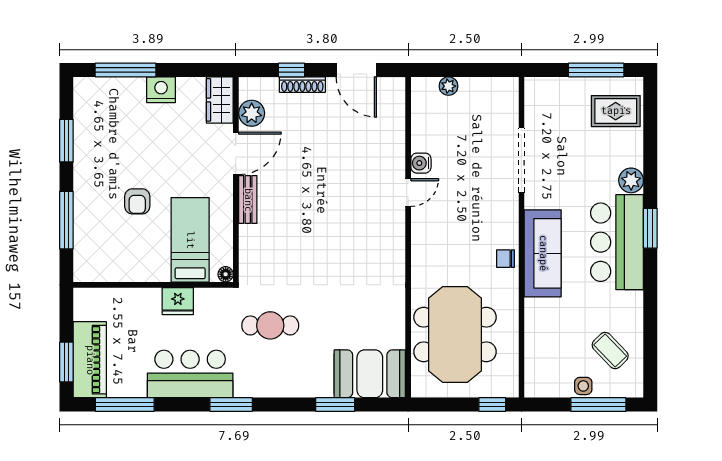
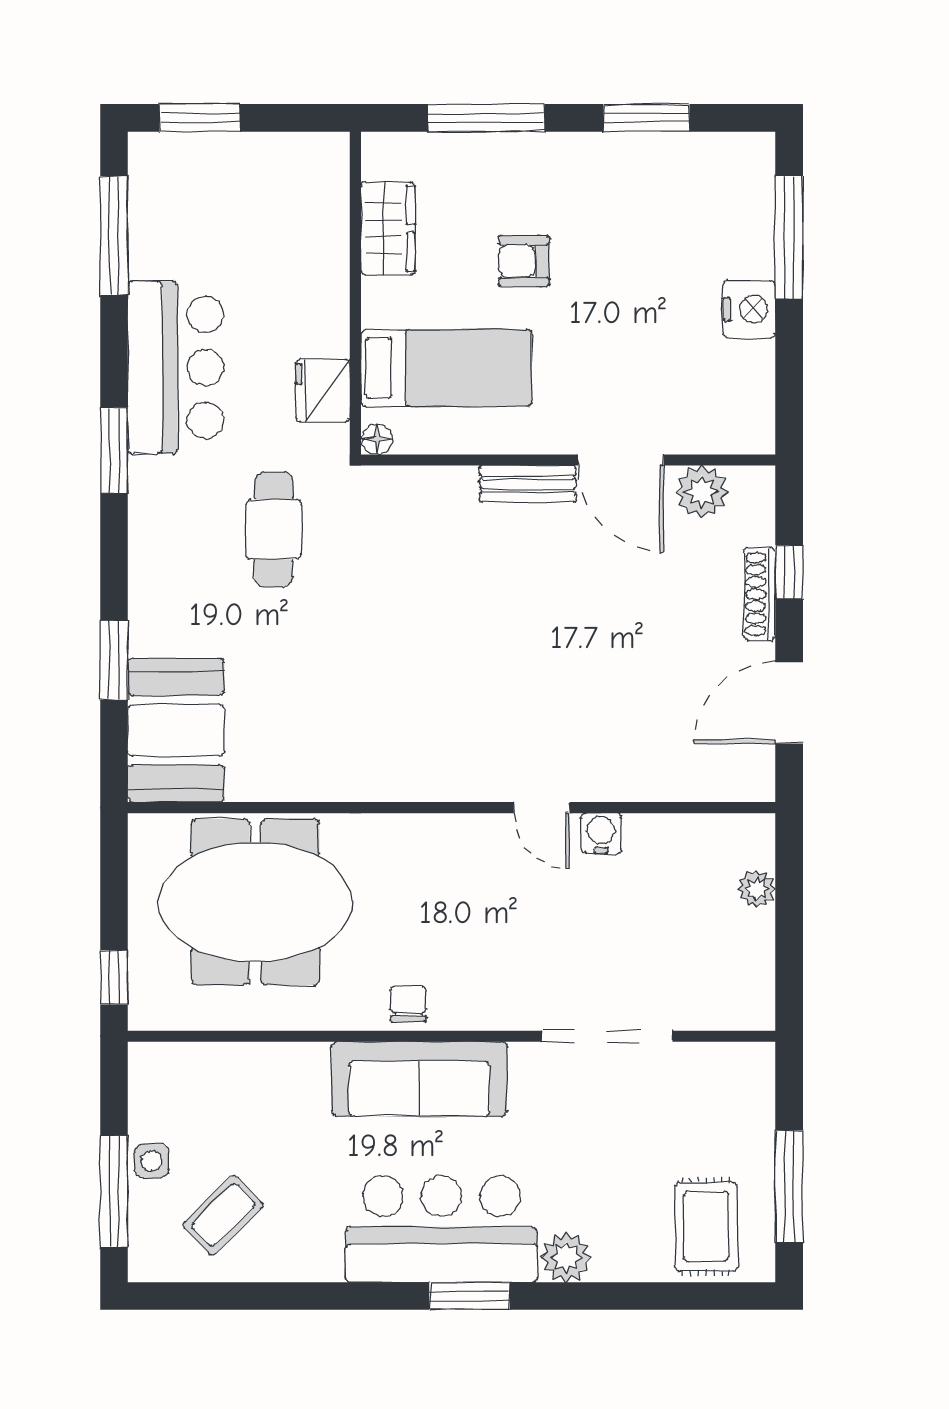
wardrobe: (220, 100) -> (388, 228), moved, turned 90
fridge: (178, 301) -> (323, 391), moved
piano: (90, 360) -> (205, 165), removed

